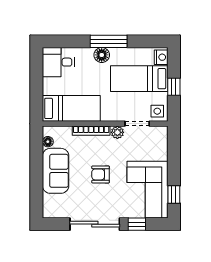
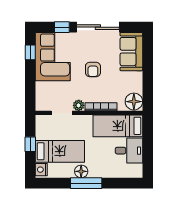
floor lamp: (102, 55) -> (81, 171), moved
desk: (58, 62) -> (129, 151), moved
side table: (157, 111) -> (45, 124), removed
floor lamp: (48, 142) -> (134, 102), width x1.89, depth x1.89
sofa: (56, 171) -> (131, 52), moved
armchair: (101, 174) -> (93, 69), turned 90

